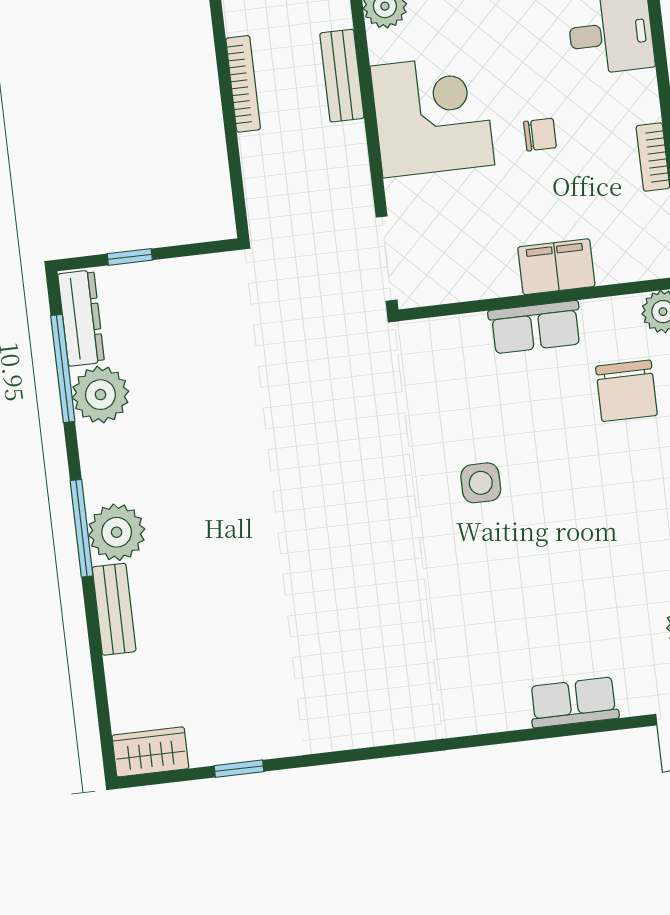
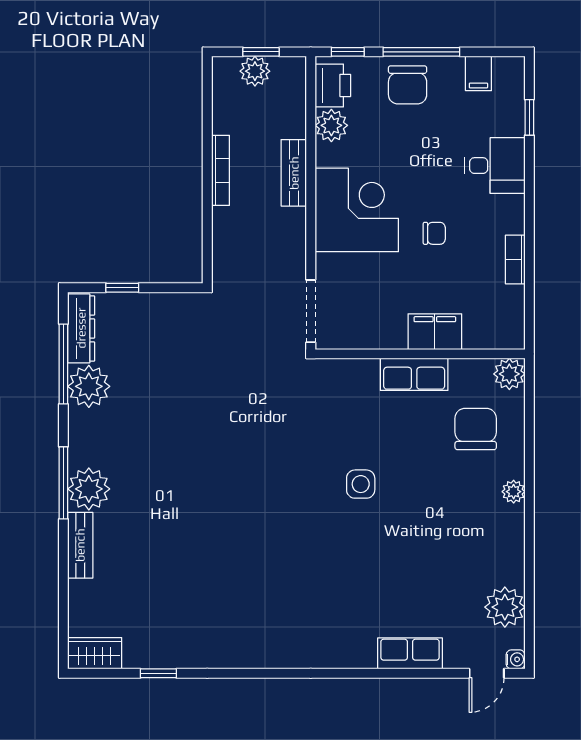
chair: (626, 391) -> (476, 429), turned 180

